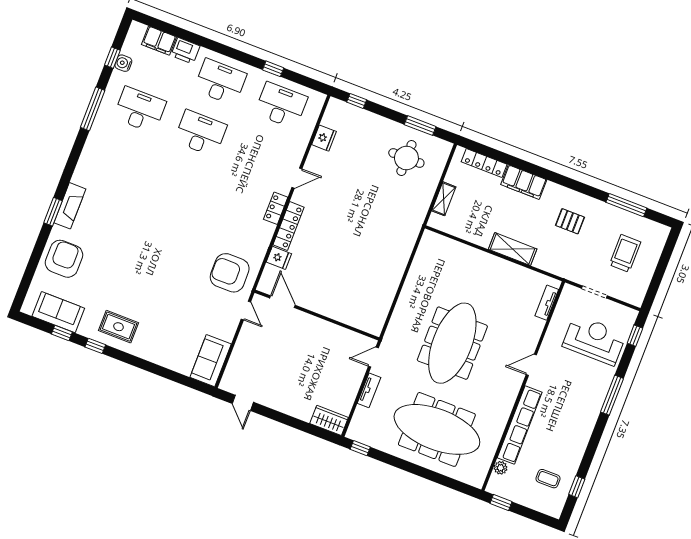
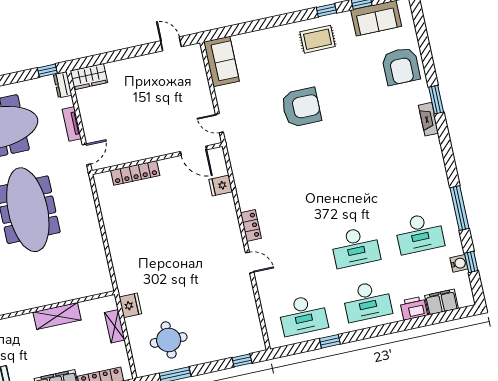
fridge: (324, 138) -> (130, 305), moved, turned 180
door: (297, 178) -> (250, 263), swing flipped
fireplace: (70, 206) -> (428, 119), width x0.73, depth x0.76
locker: (288, 226) -> (135, 173), moved, turned -90
shelving: (513, 249) -> (57, 316), moved
armchair: (230, 273) -> (301, 107), moved
dresser: (355, 428) -> (63, 85), added

